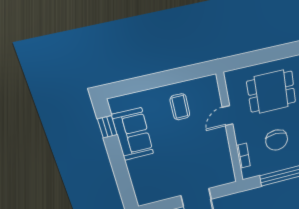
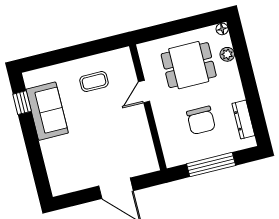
coffee table: (180, 107) -> (94, 82), turned 90
bookcase: (243, 156) -> (165, 138), removed

